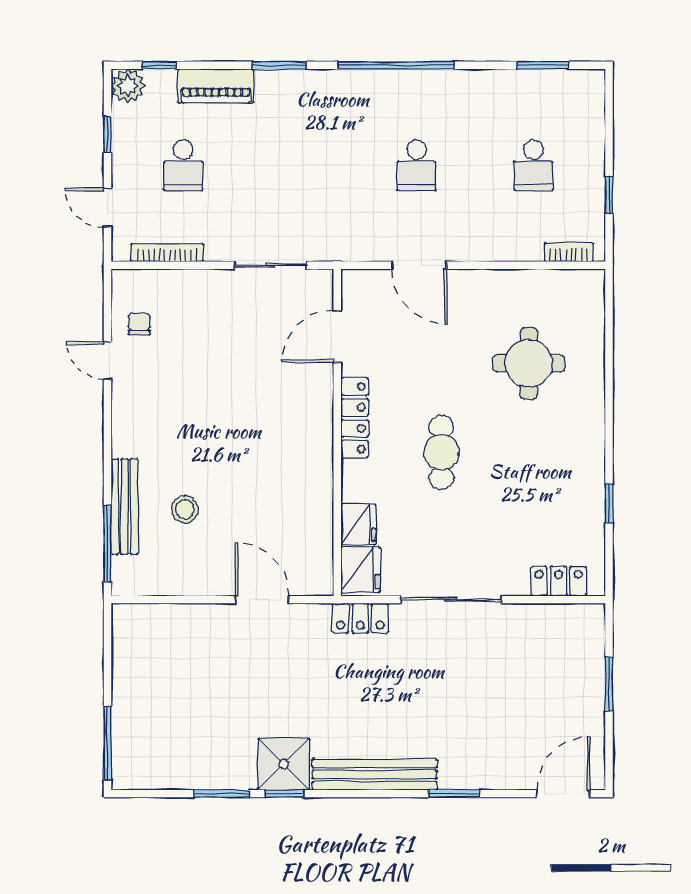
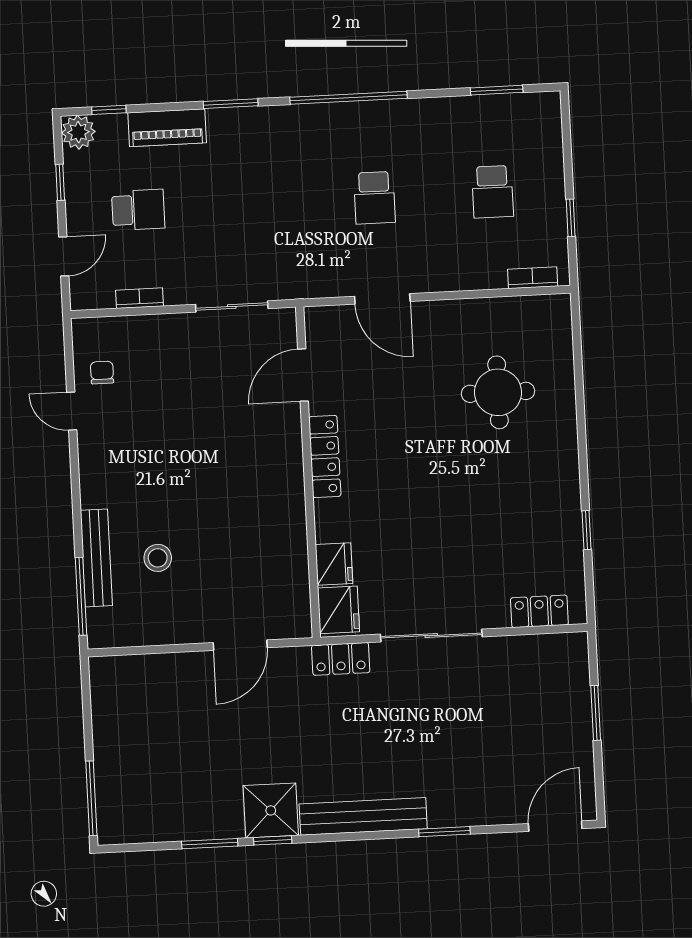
school desk: (183, 165) -> (138, 210), turned -90
door: (107, 208) -> (64, 256), swing flipped
bookcase: (167, 253) -> (140, 298), width x0.64
cafe table: (441, 452) -> (414, 487), removed
door: (262, 600) -> (240, 645), swing flipped

